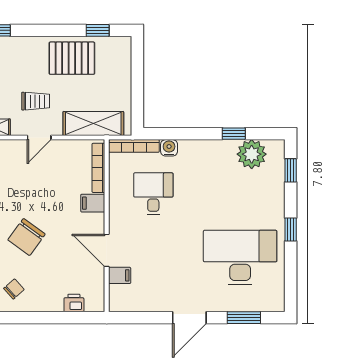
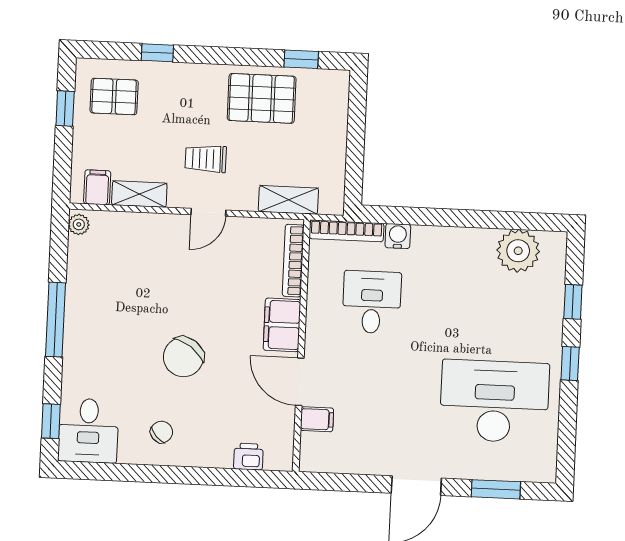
trolley: (36, 101) -> (206, 159), turned 180
shelving: (93, 124) -> (288, 200), width x0.67, depth x0.75
window: (234, 134) -> (493, 220), removed
window: (291, 170) -> (573, 302), moved
filing cabinet: (93, 203) -> (282, 325), width x2.00

